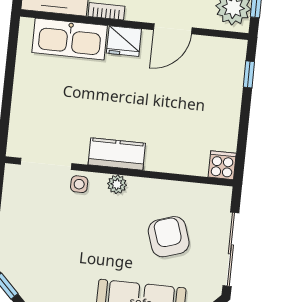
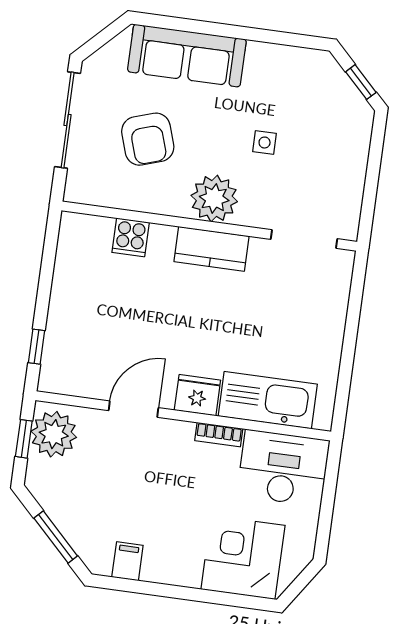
cooker: (222, 165) -> (131, 237), moved
side table: (79, 184) -> (265, 143), moved
plant: (117, 184) -> (214, 198), width x1.88, depth x1.88

